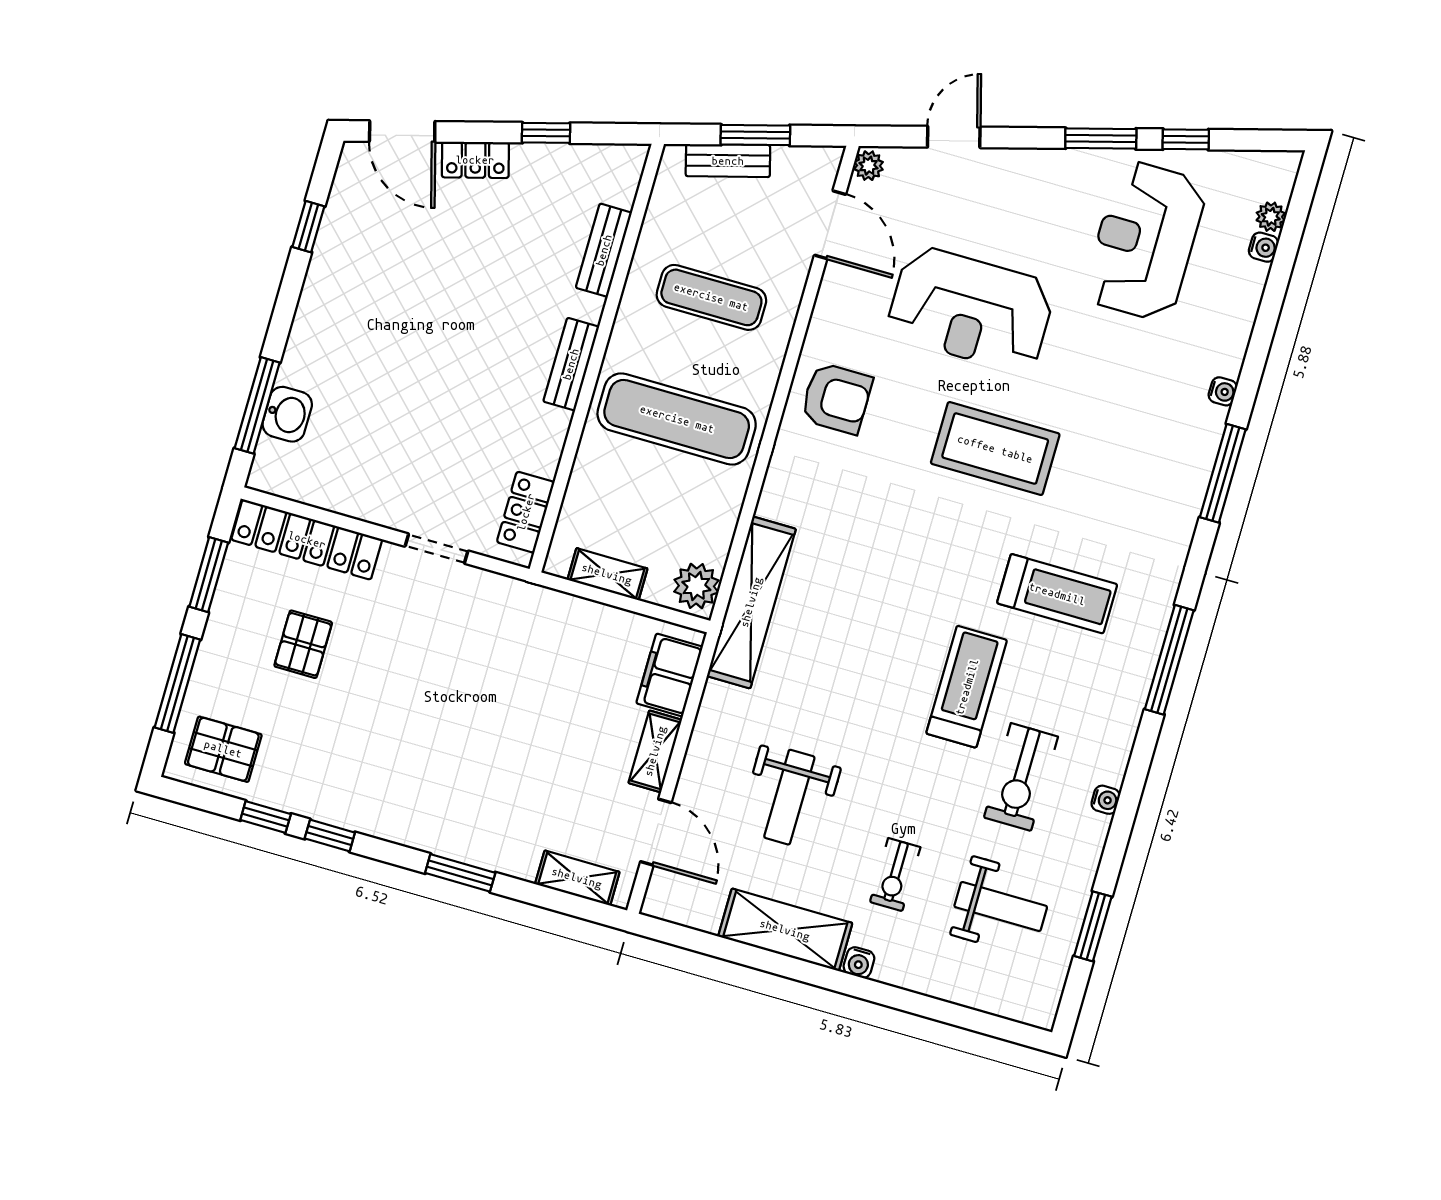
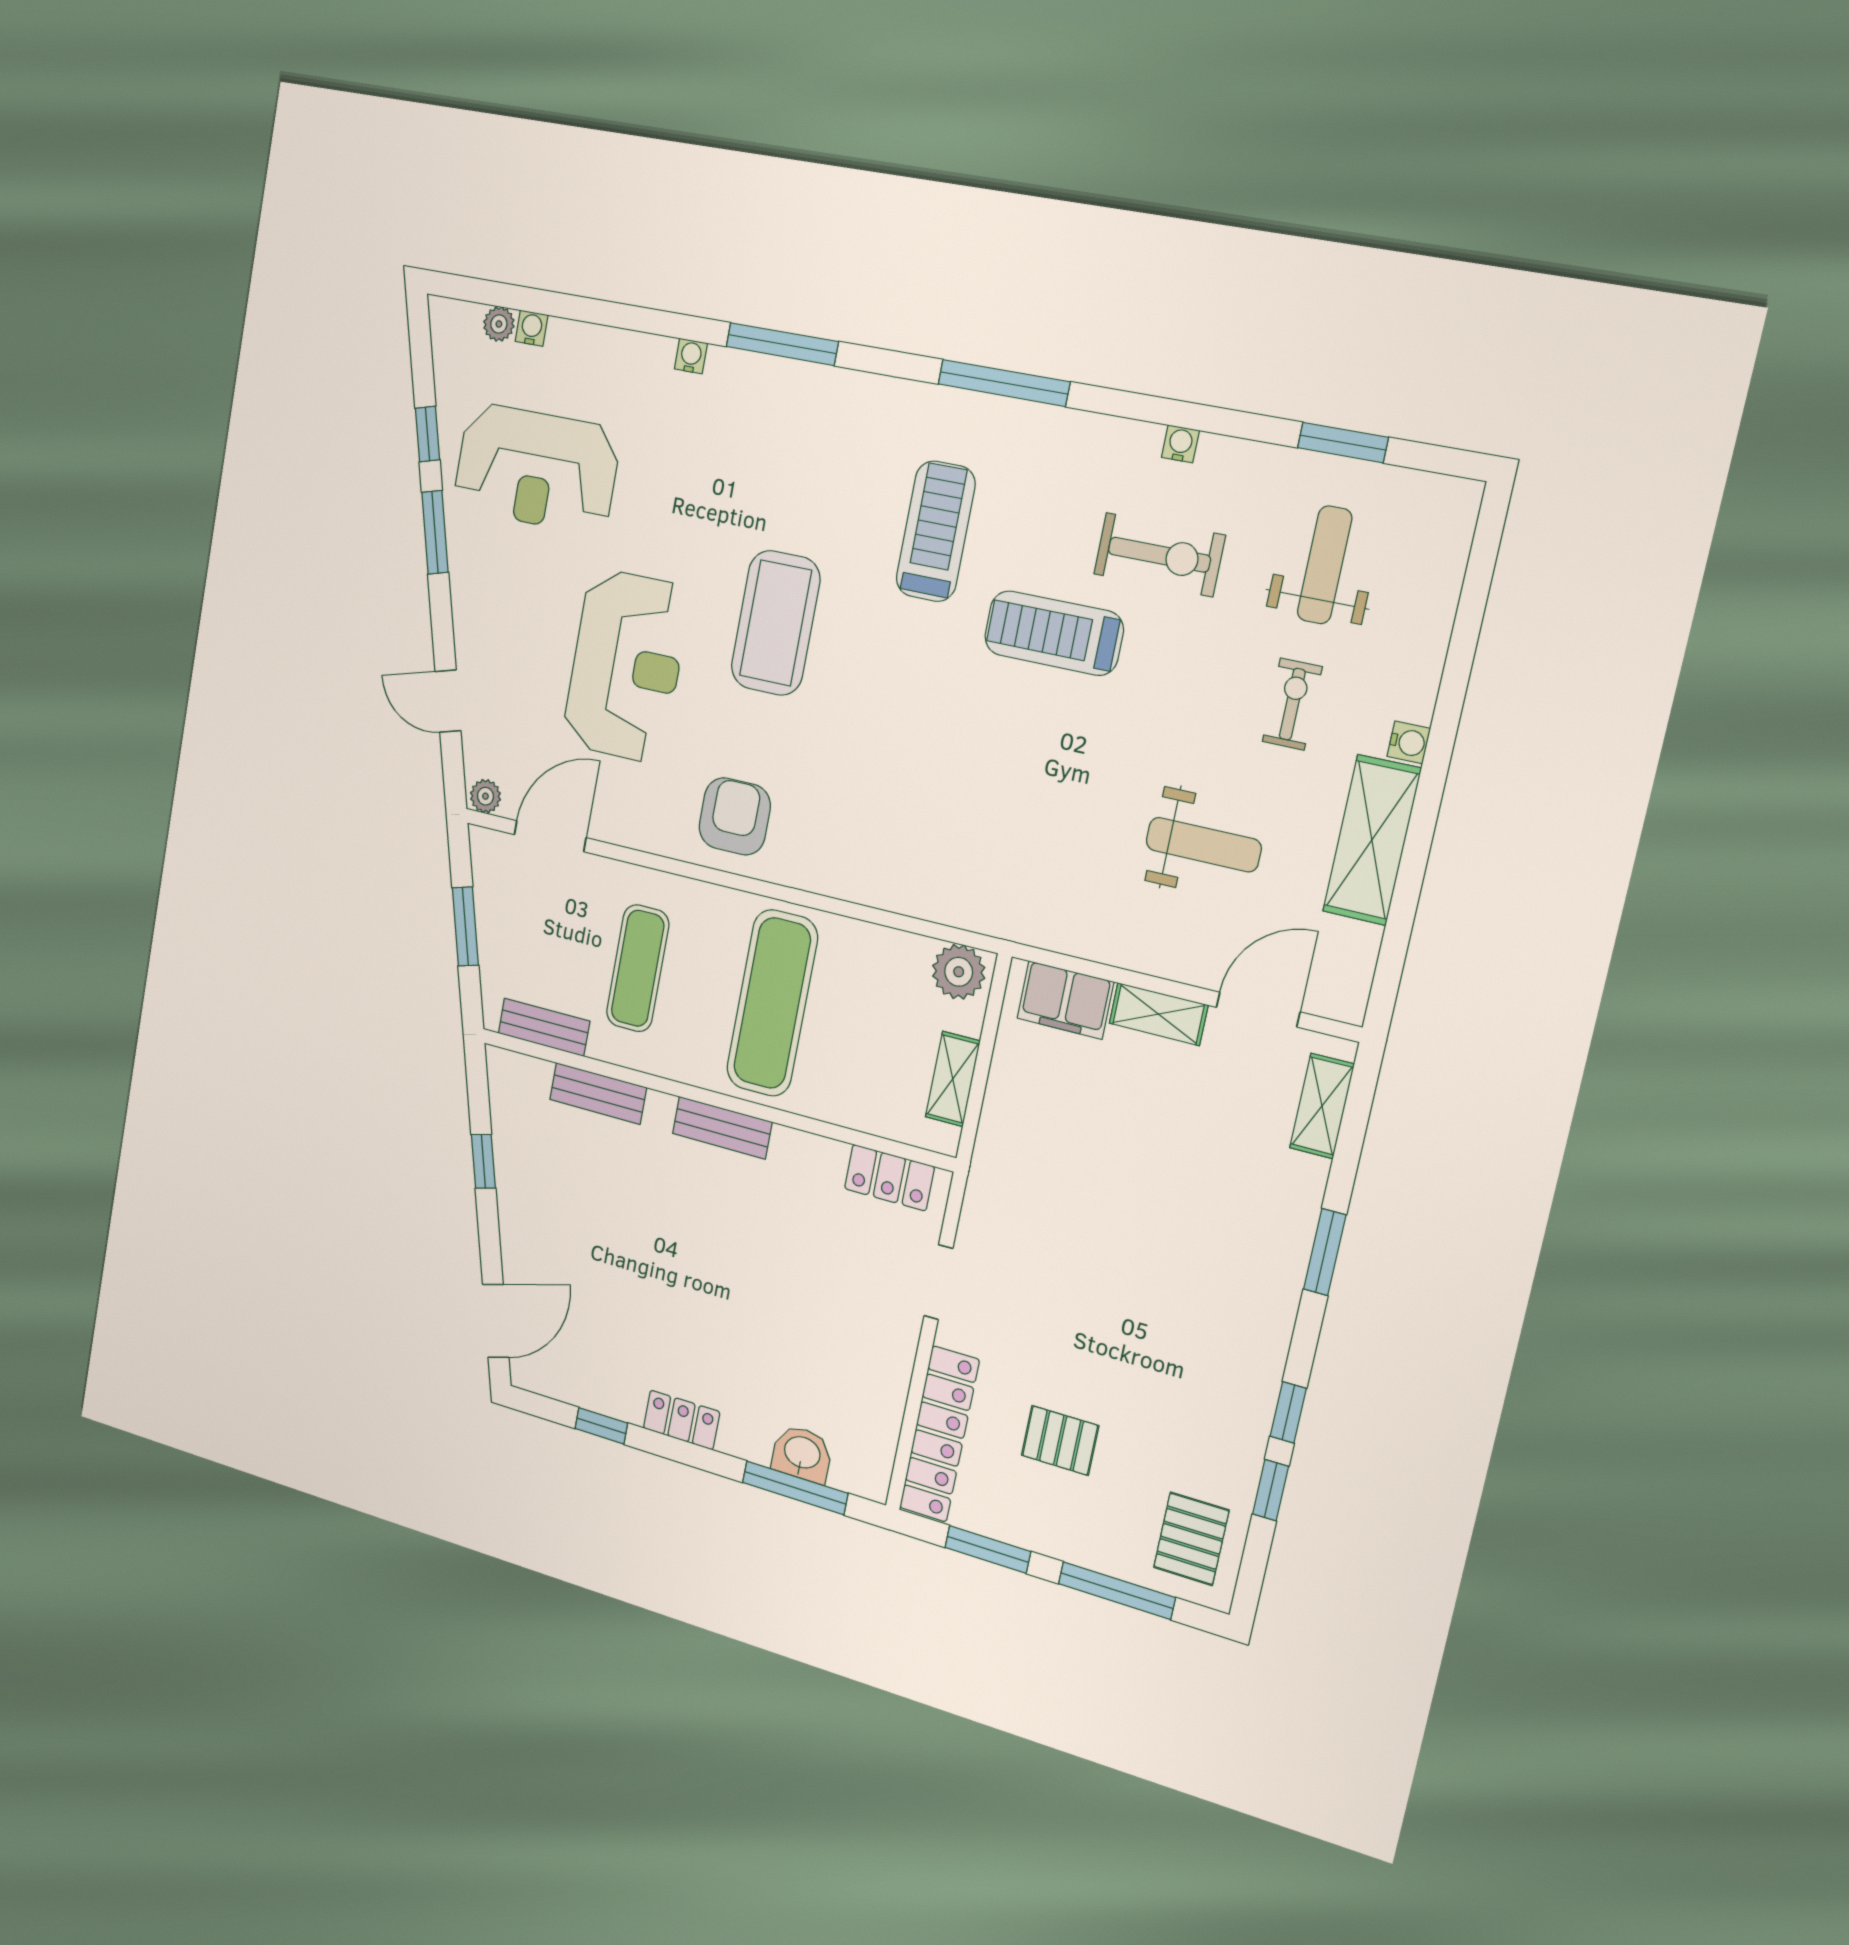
locker: (475, 160) -> (682, 1420), moved, turned -75
bench: (728, 161) -> (544, 1027), moved, turned -75
shelving: (751, 602) -> (973, 904), removed
exercise bike: (895, 875) -> (1292, 704), turned -90

